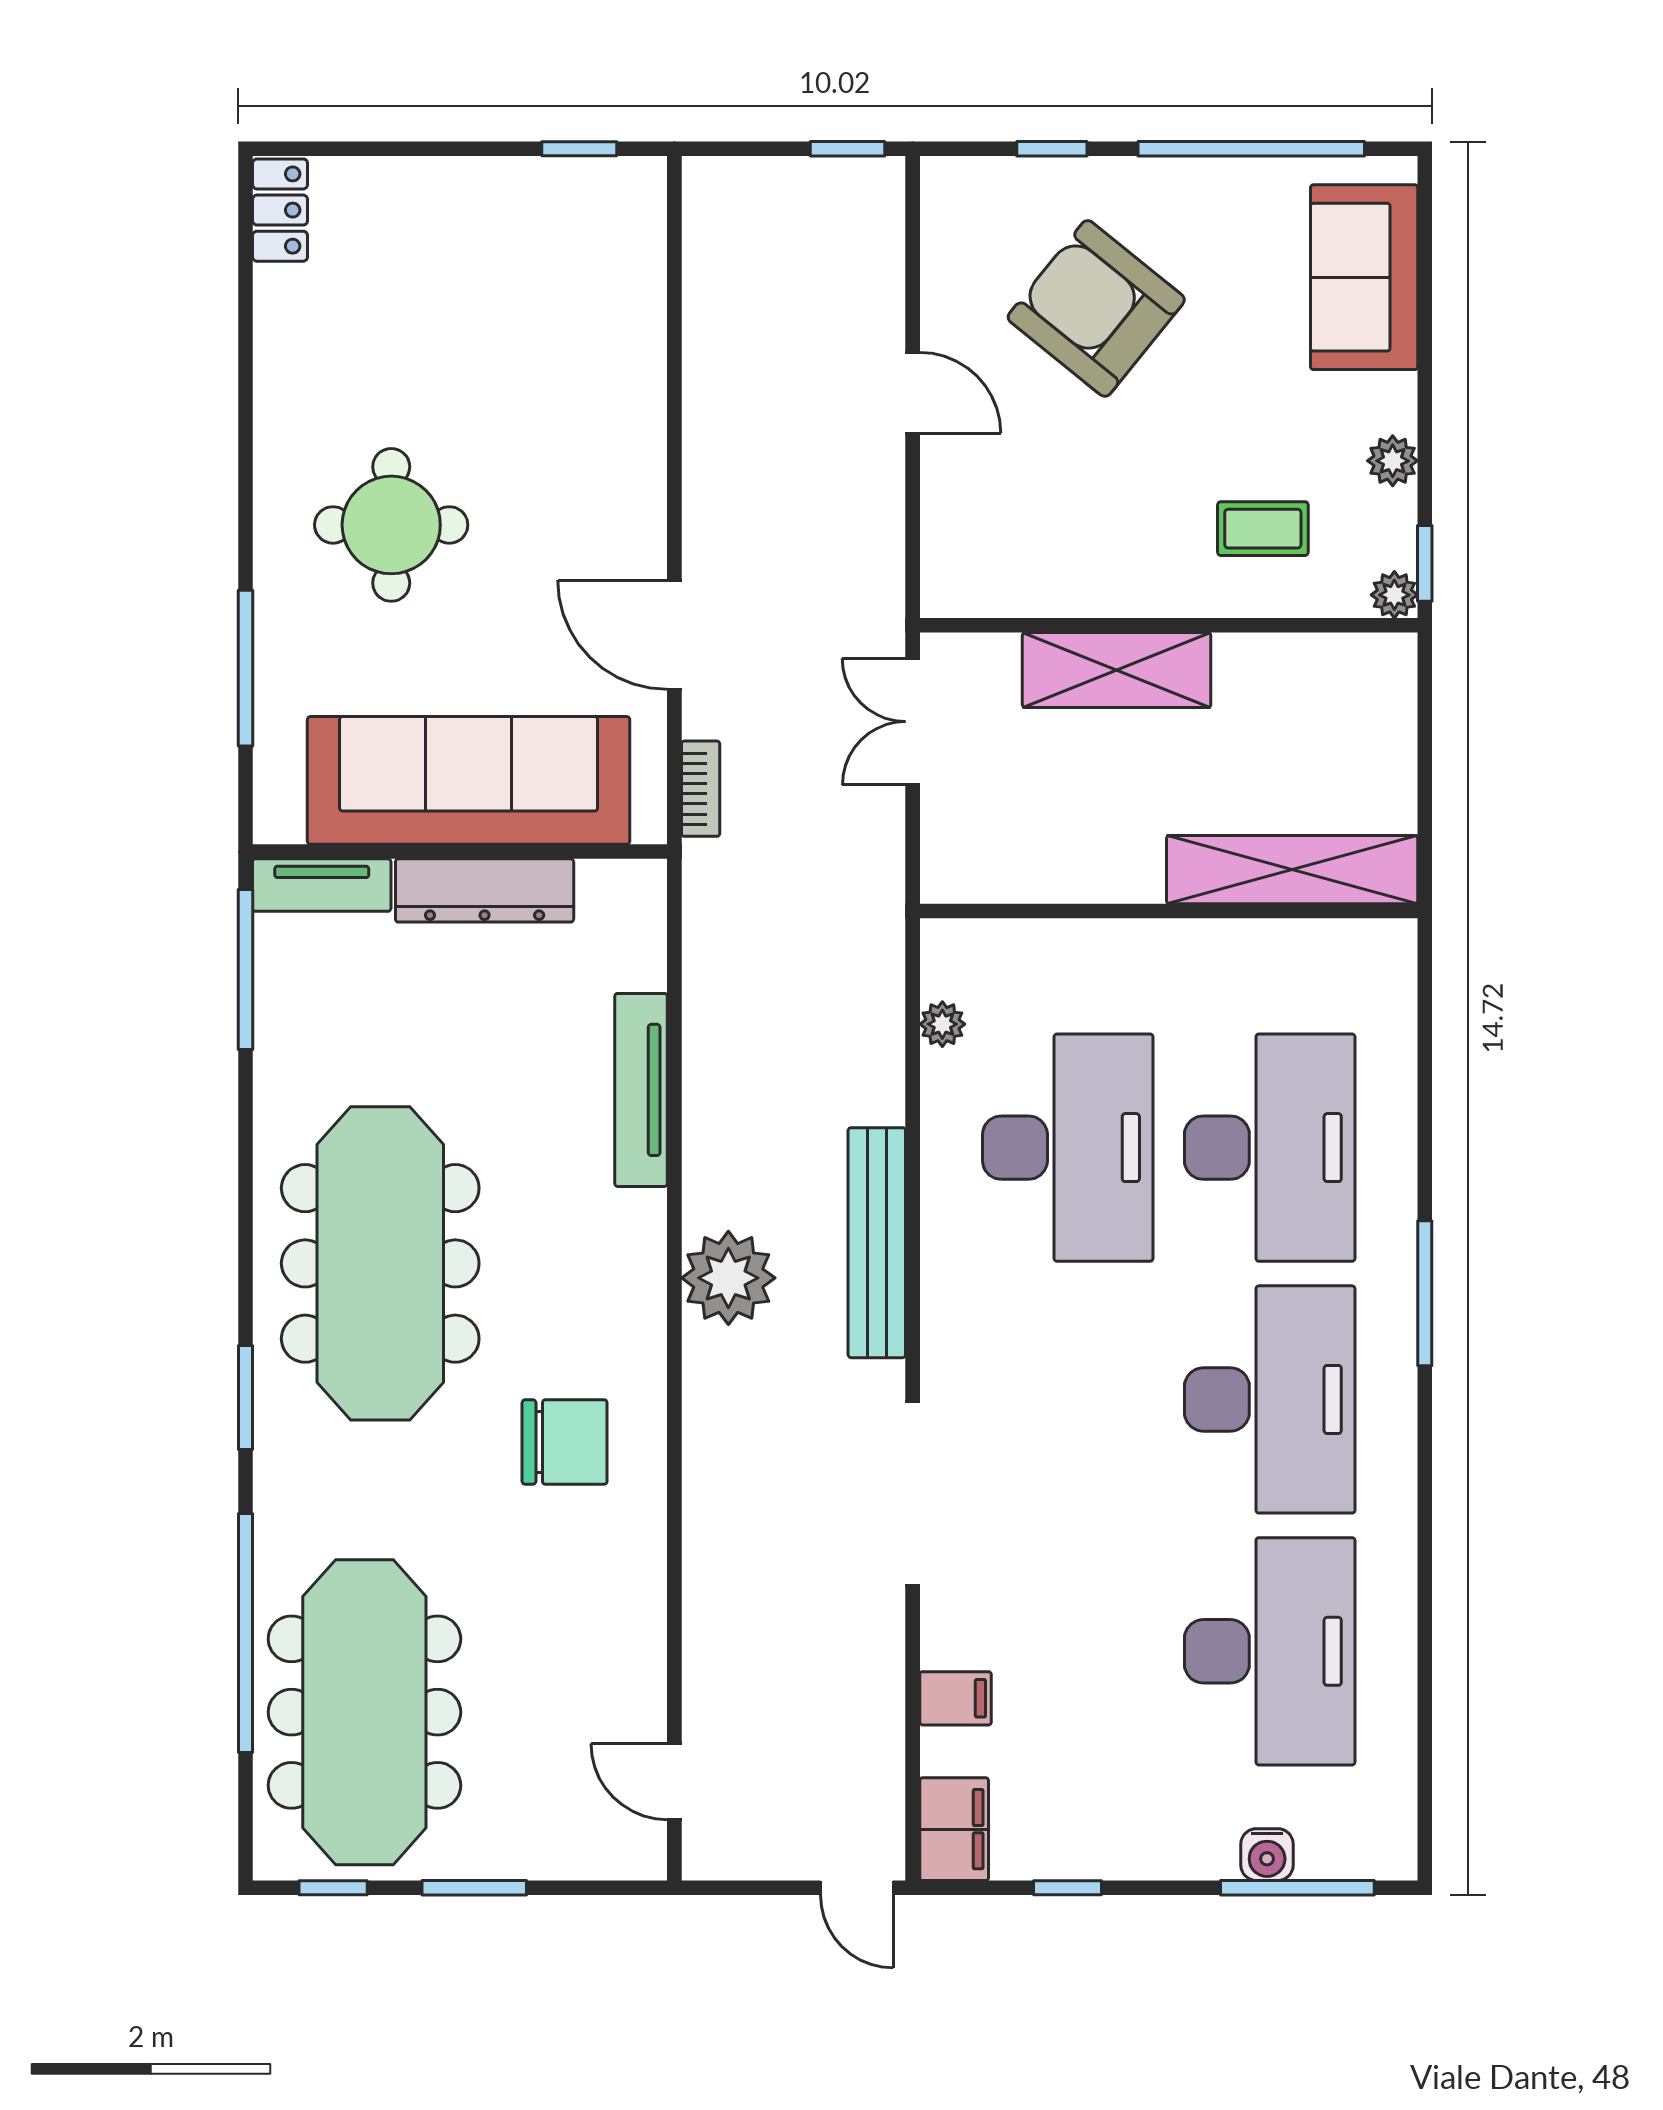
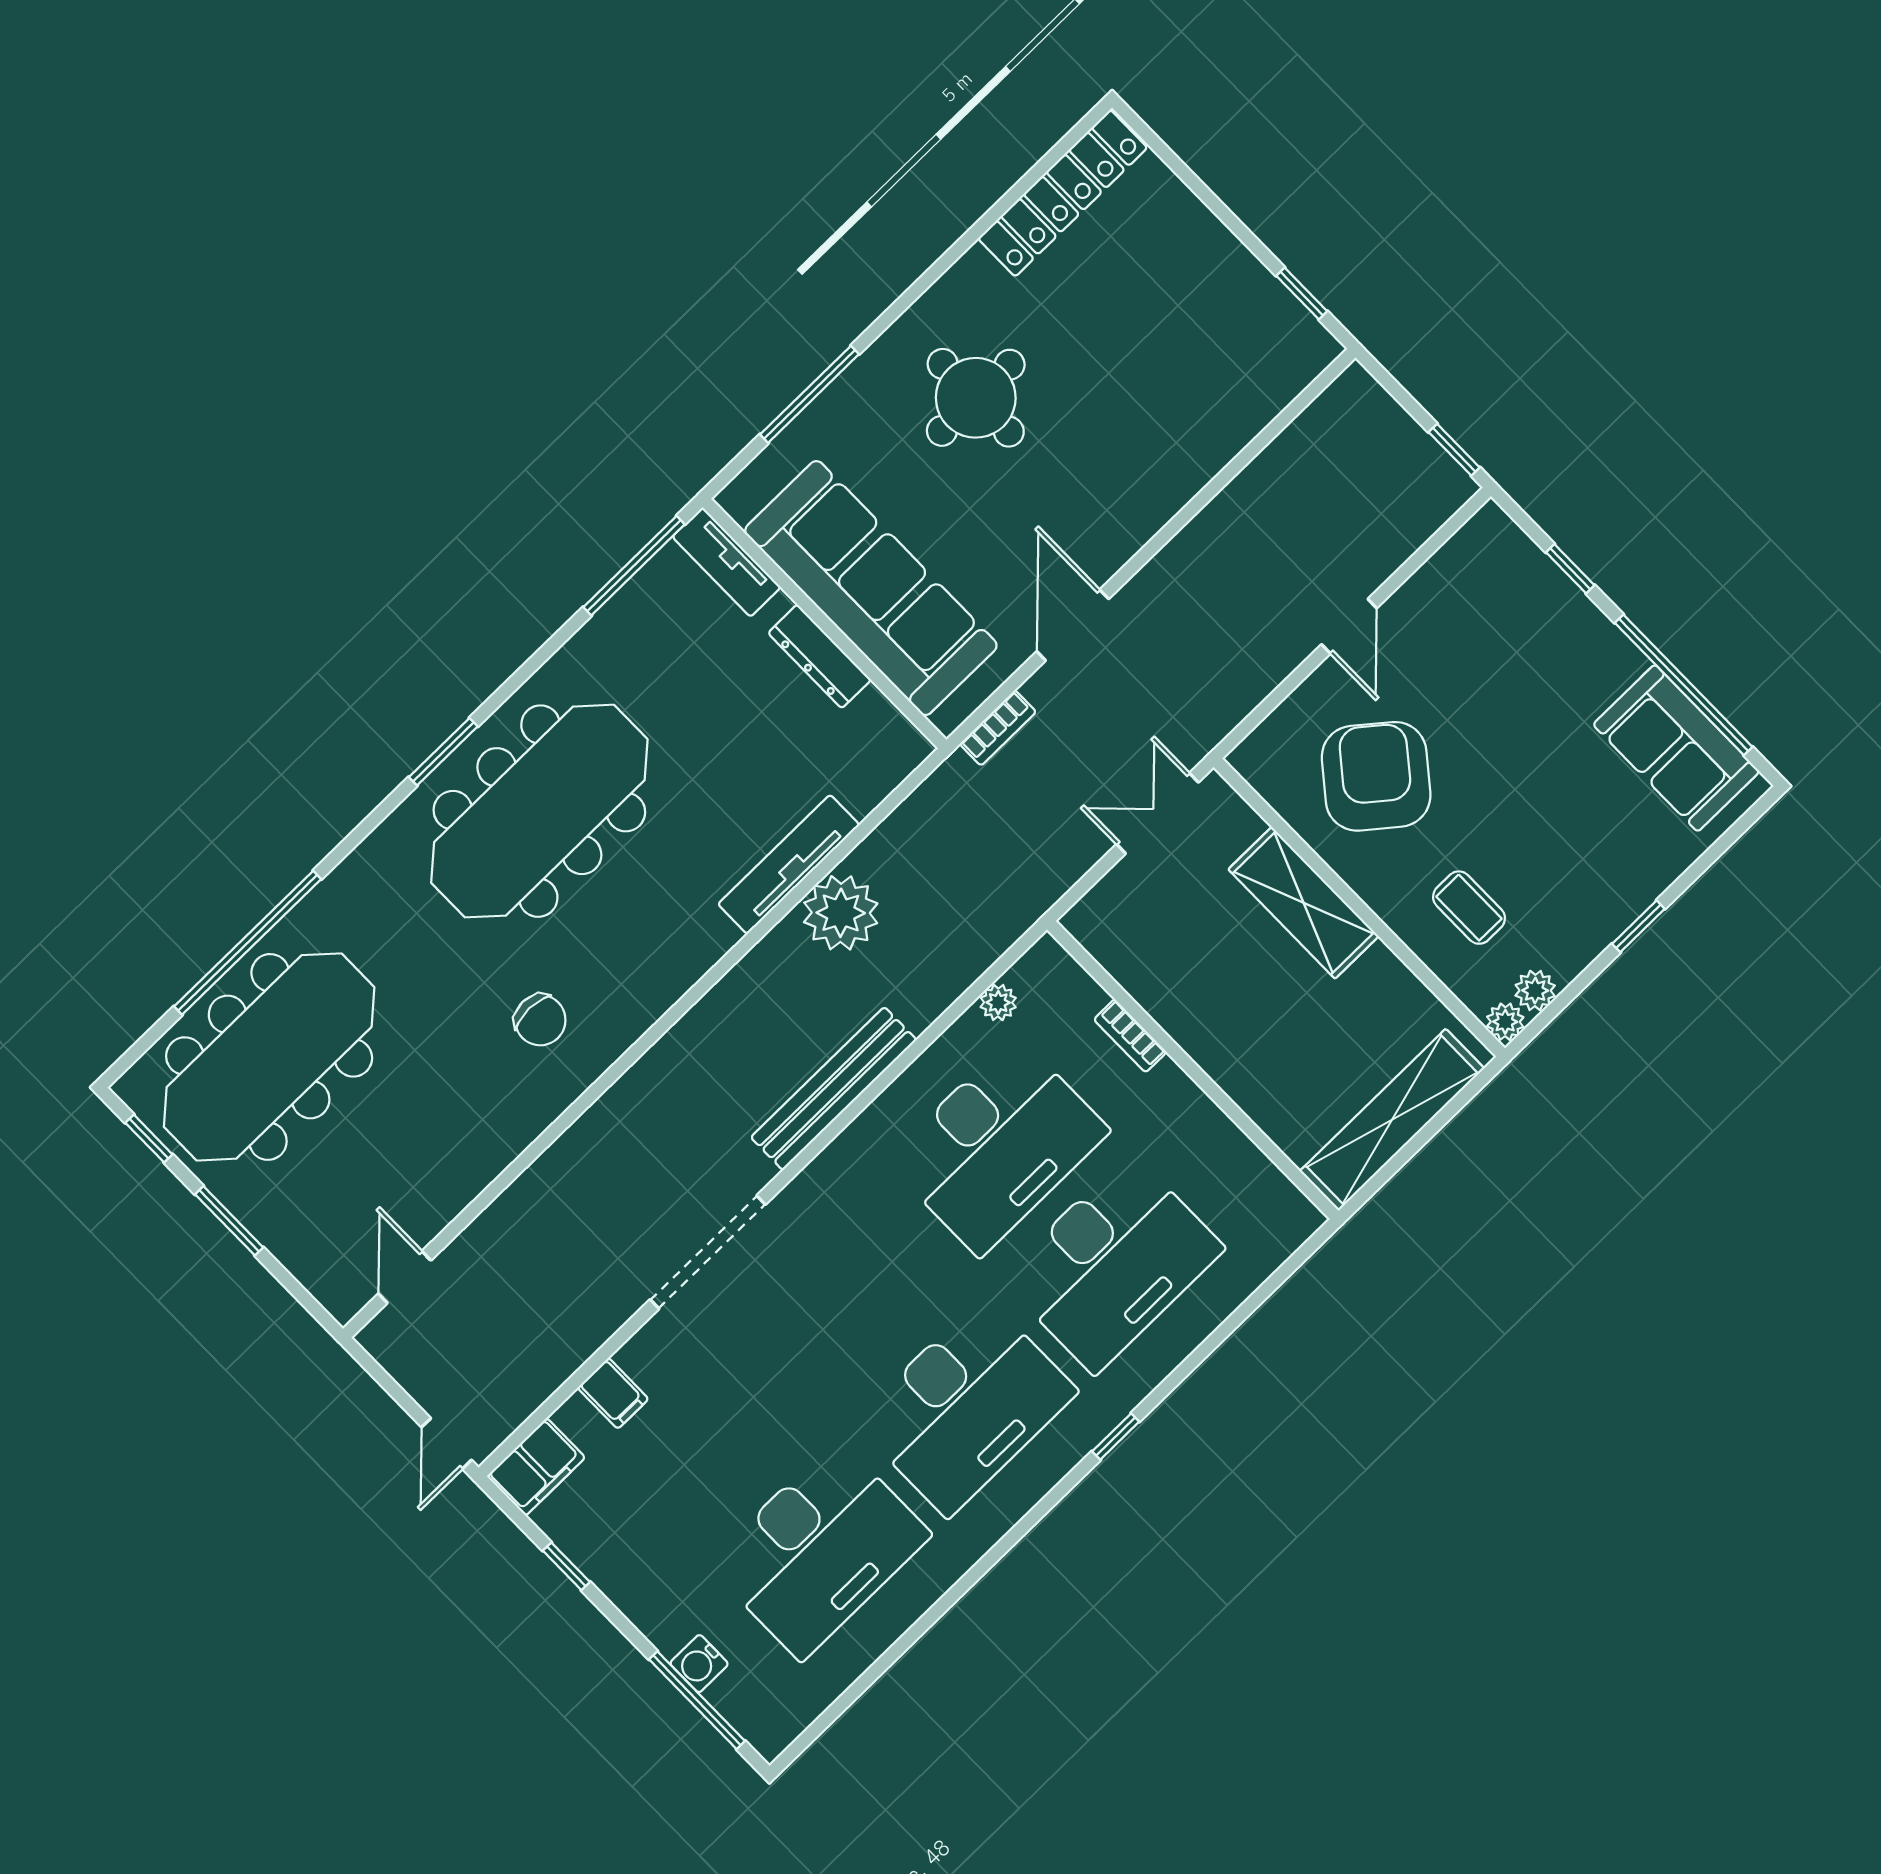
locker: (280, 210) -> (1063, 193), width x2.16, depth x1.21
sofa: (1364, 277) -> (1676, 748), moved, turned -90
armchair: (1096, 308) -> (1376, 776), moved
plant: (1393, 461) -> (1535, 990), moved
window: (1425, 563) -> (1638, 926), moved
shelving: (1292, 870) -> (1392, 1120), moved, turned 90
dresser: (485, 890) -> (820, 656), width x0.73, depth x0.80
bookcase: (1085, 937) -> (1130, 1036), added
plant: (728, 1278) -> (841, 913), moved
window: (1425, 1293) -> (1116, 1436), width x0.46
window: (246, 1397) -> (443, 752), moved
chair: (565, 1442) -> (540, 1020), width x0.73, depth x0.73

